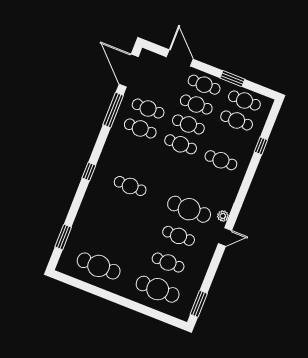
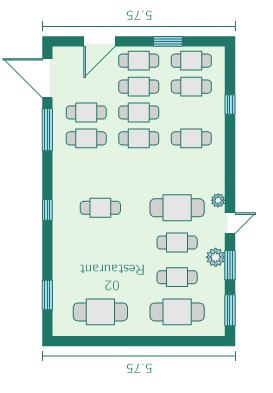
door: (180, 58) -> (99, 41), swing flipped
plant: (204, 259) -> (216, 257), added
window: (212, 269) -> (230, 265), added

